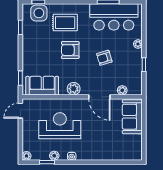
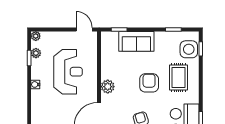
sofa: (42, 86) -> (136, 41), moved, turned 90
plant: (54, 156) -> (36, 53), moved

